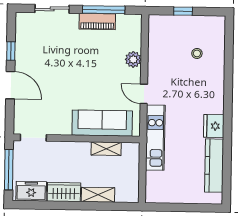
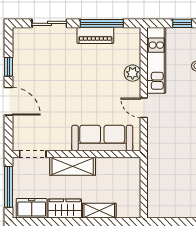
kitchen unit: (155, 138) -> (156, 60), moved
shelving: (106, 149) -> (73, 166), moved, width x1.50, depth x1.33

